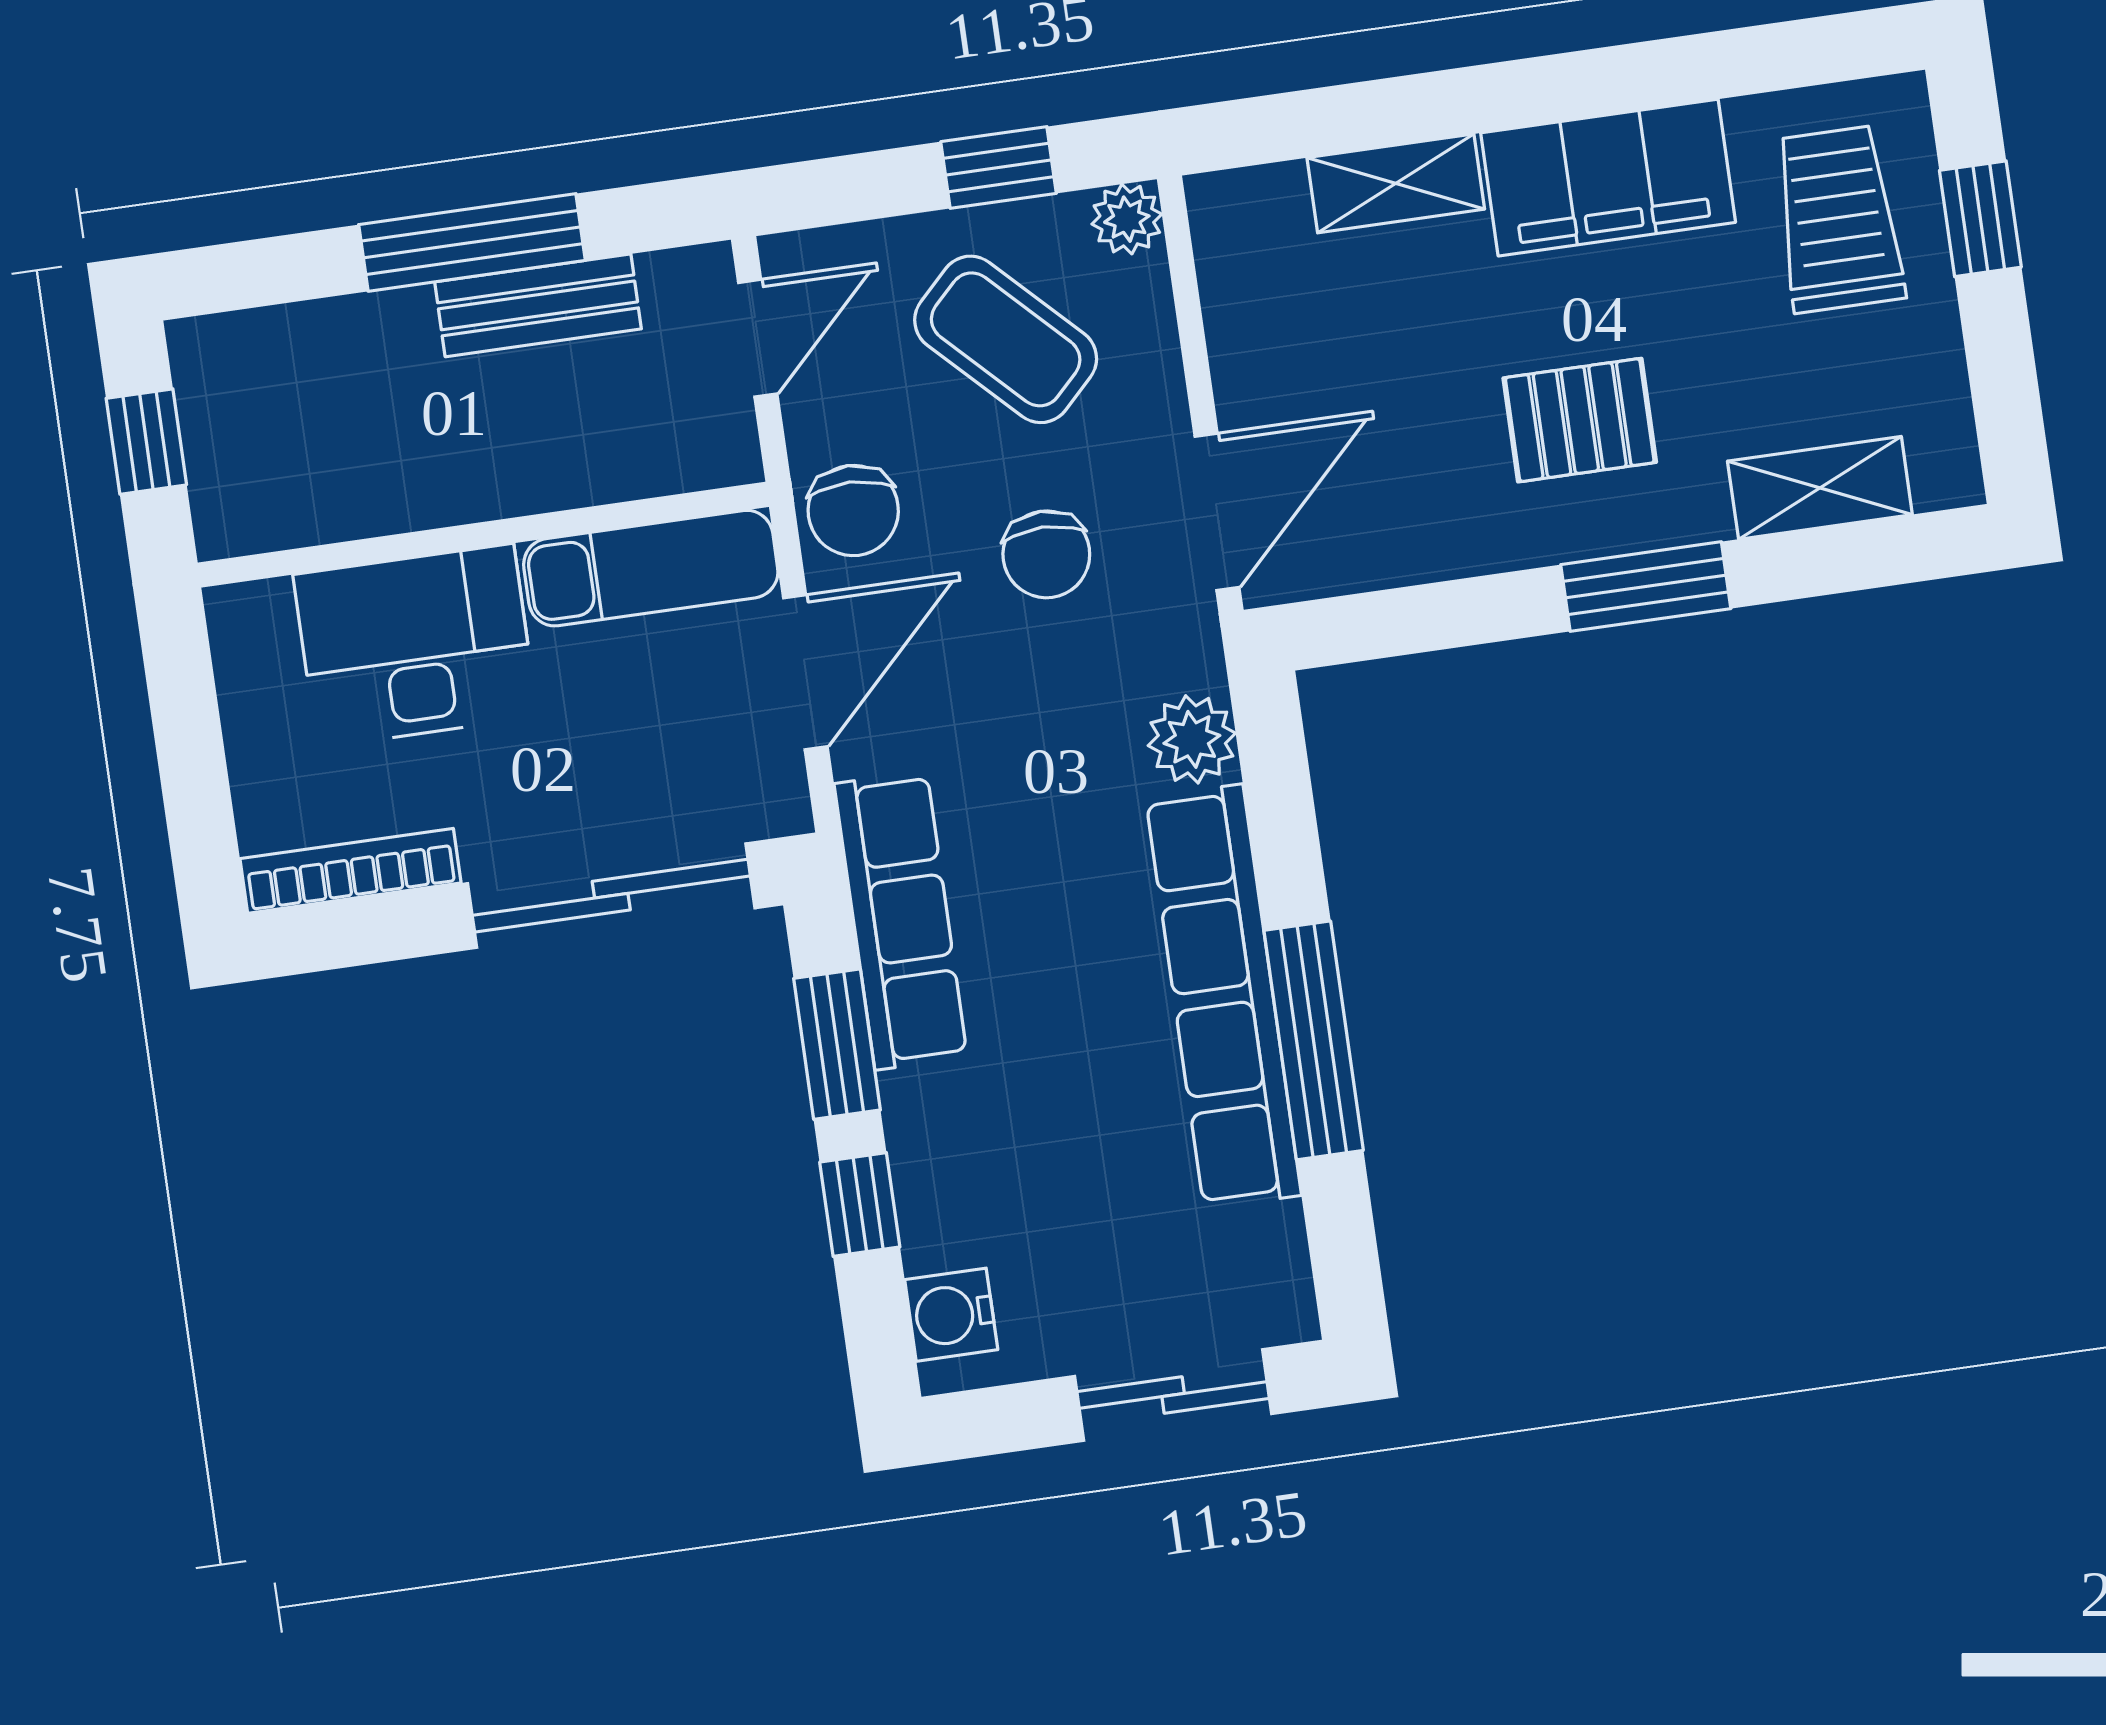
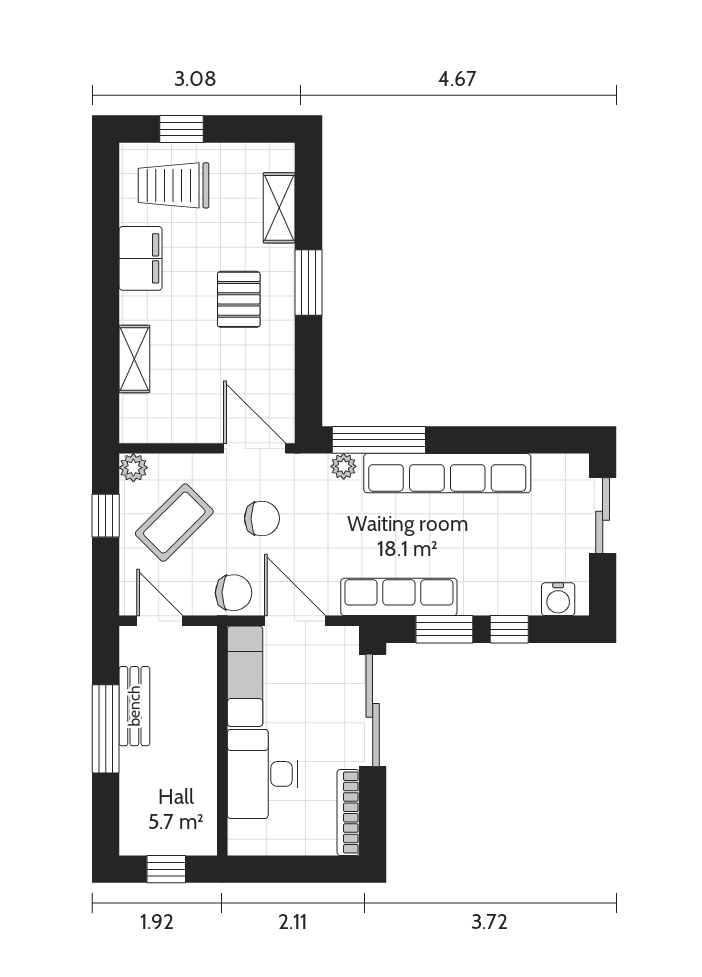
filing cabinet: (1608, 178) -> (141, 258), width x0.67, depth x0.86
plant: (1192, 739) -> (344, 466), width x0.73, depth x0.73
window: (1314, 1040) -> (379, 440), moved

